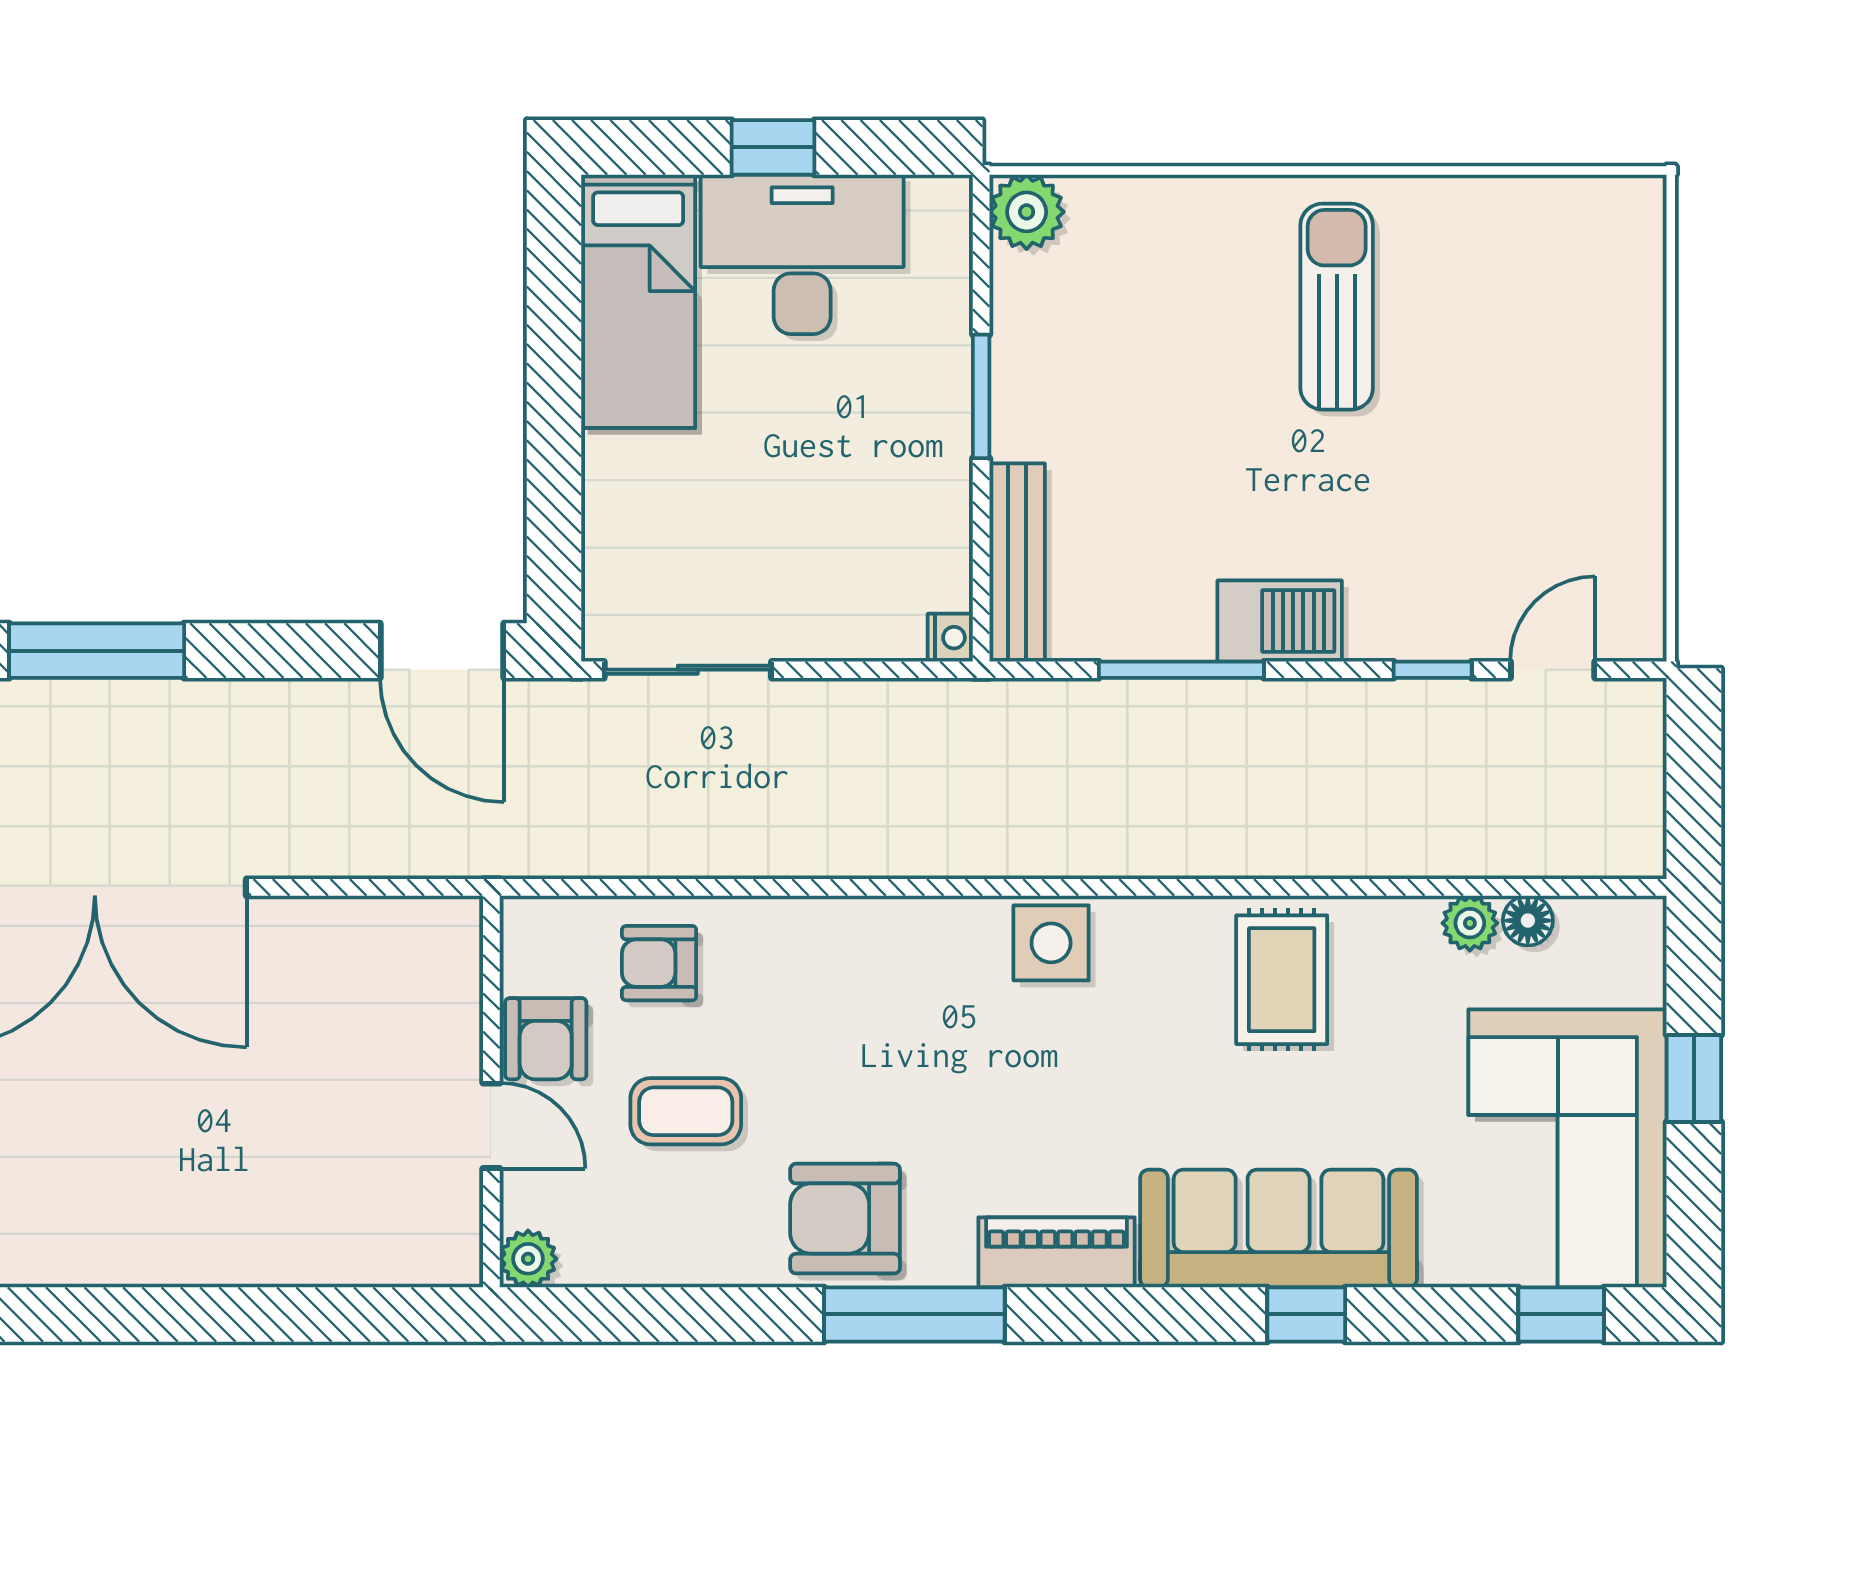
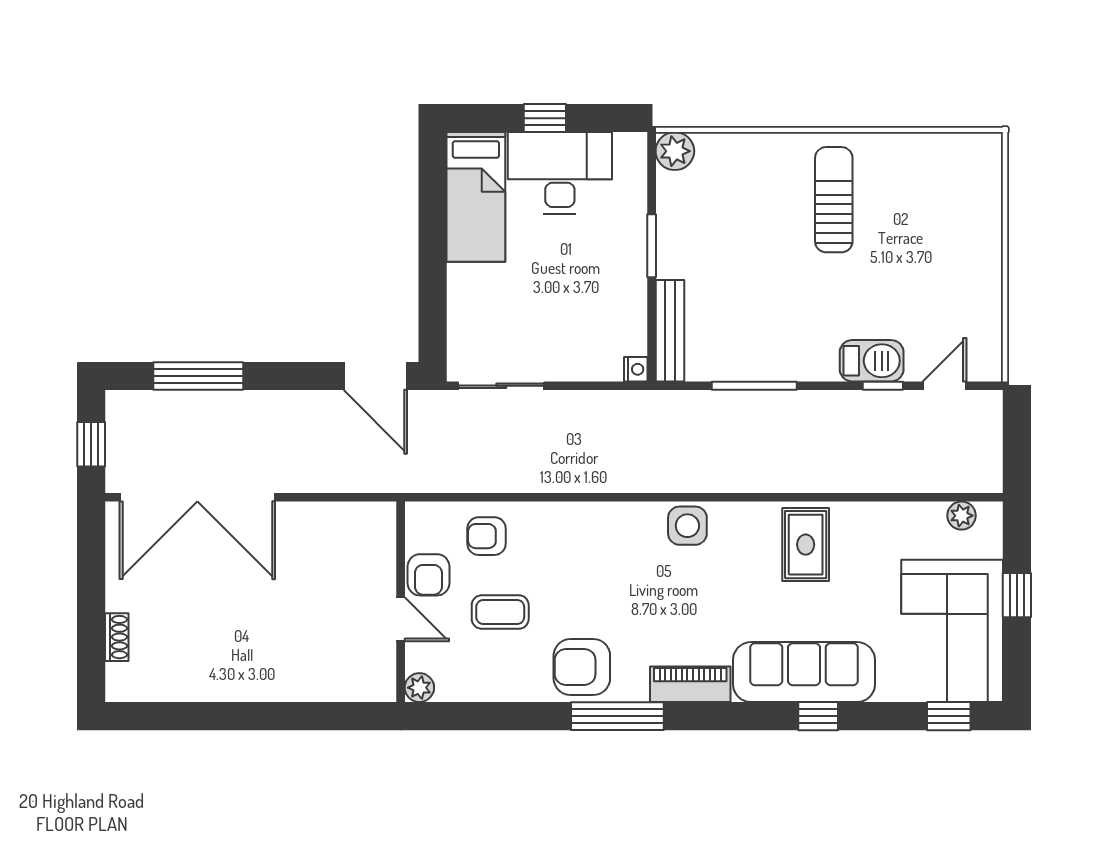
barbecue: (1280, 621) -> (872, 361), moved
floor lamp: (1528, 921) -> (932, 514), removed
plant: (1470, 923) -> (962, 516), moved

